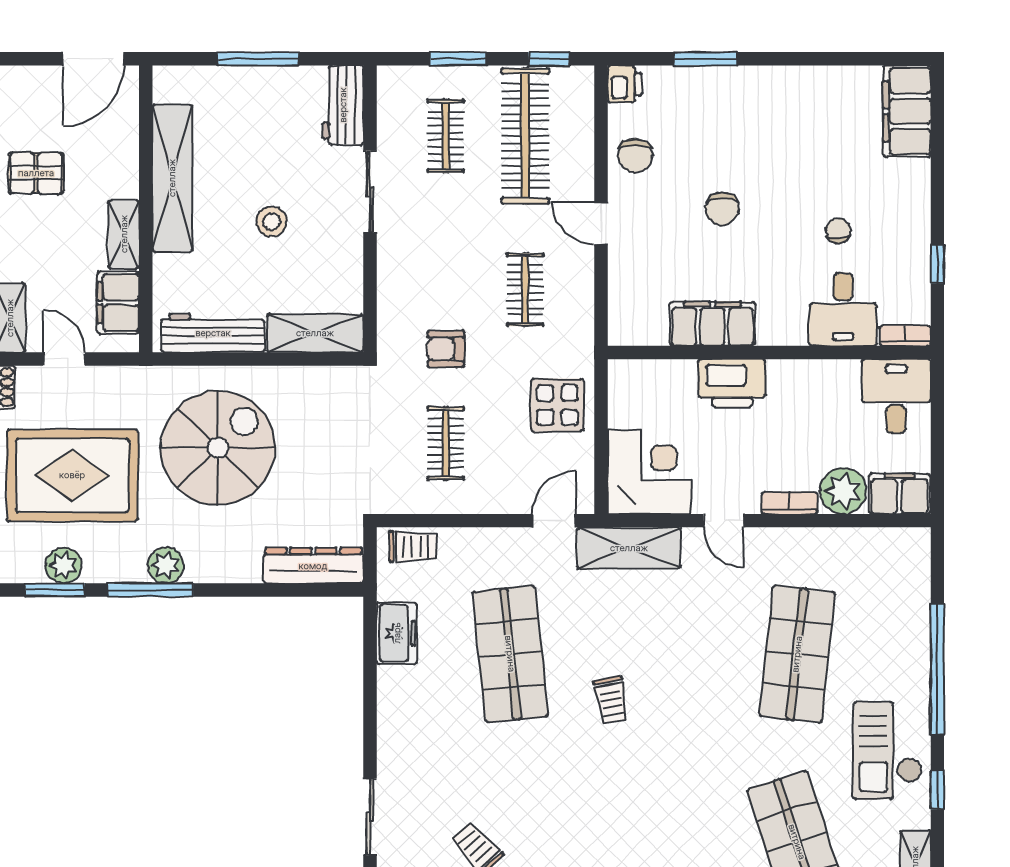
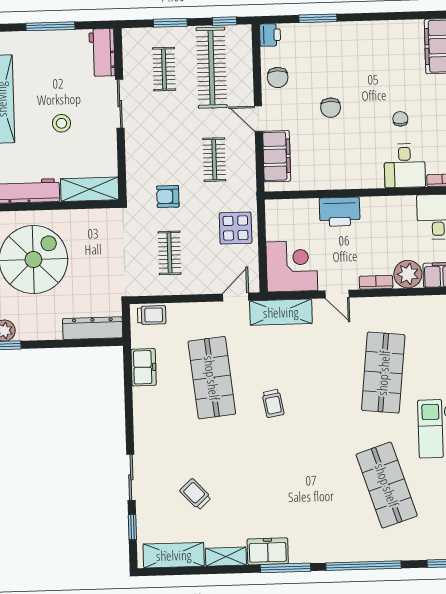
filing cabinet: (713, 324) -> (277, 156), moved, turned 90

